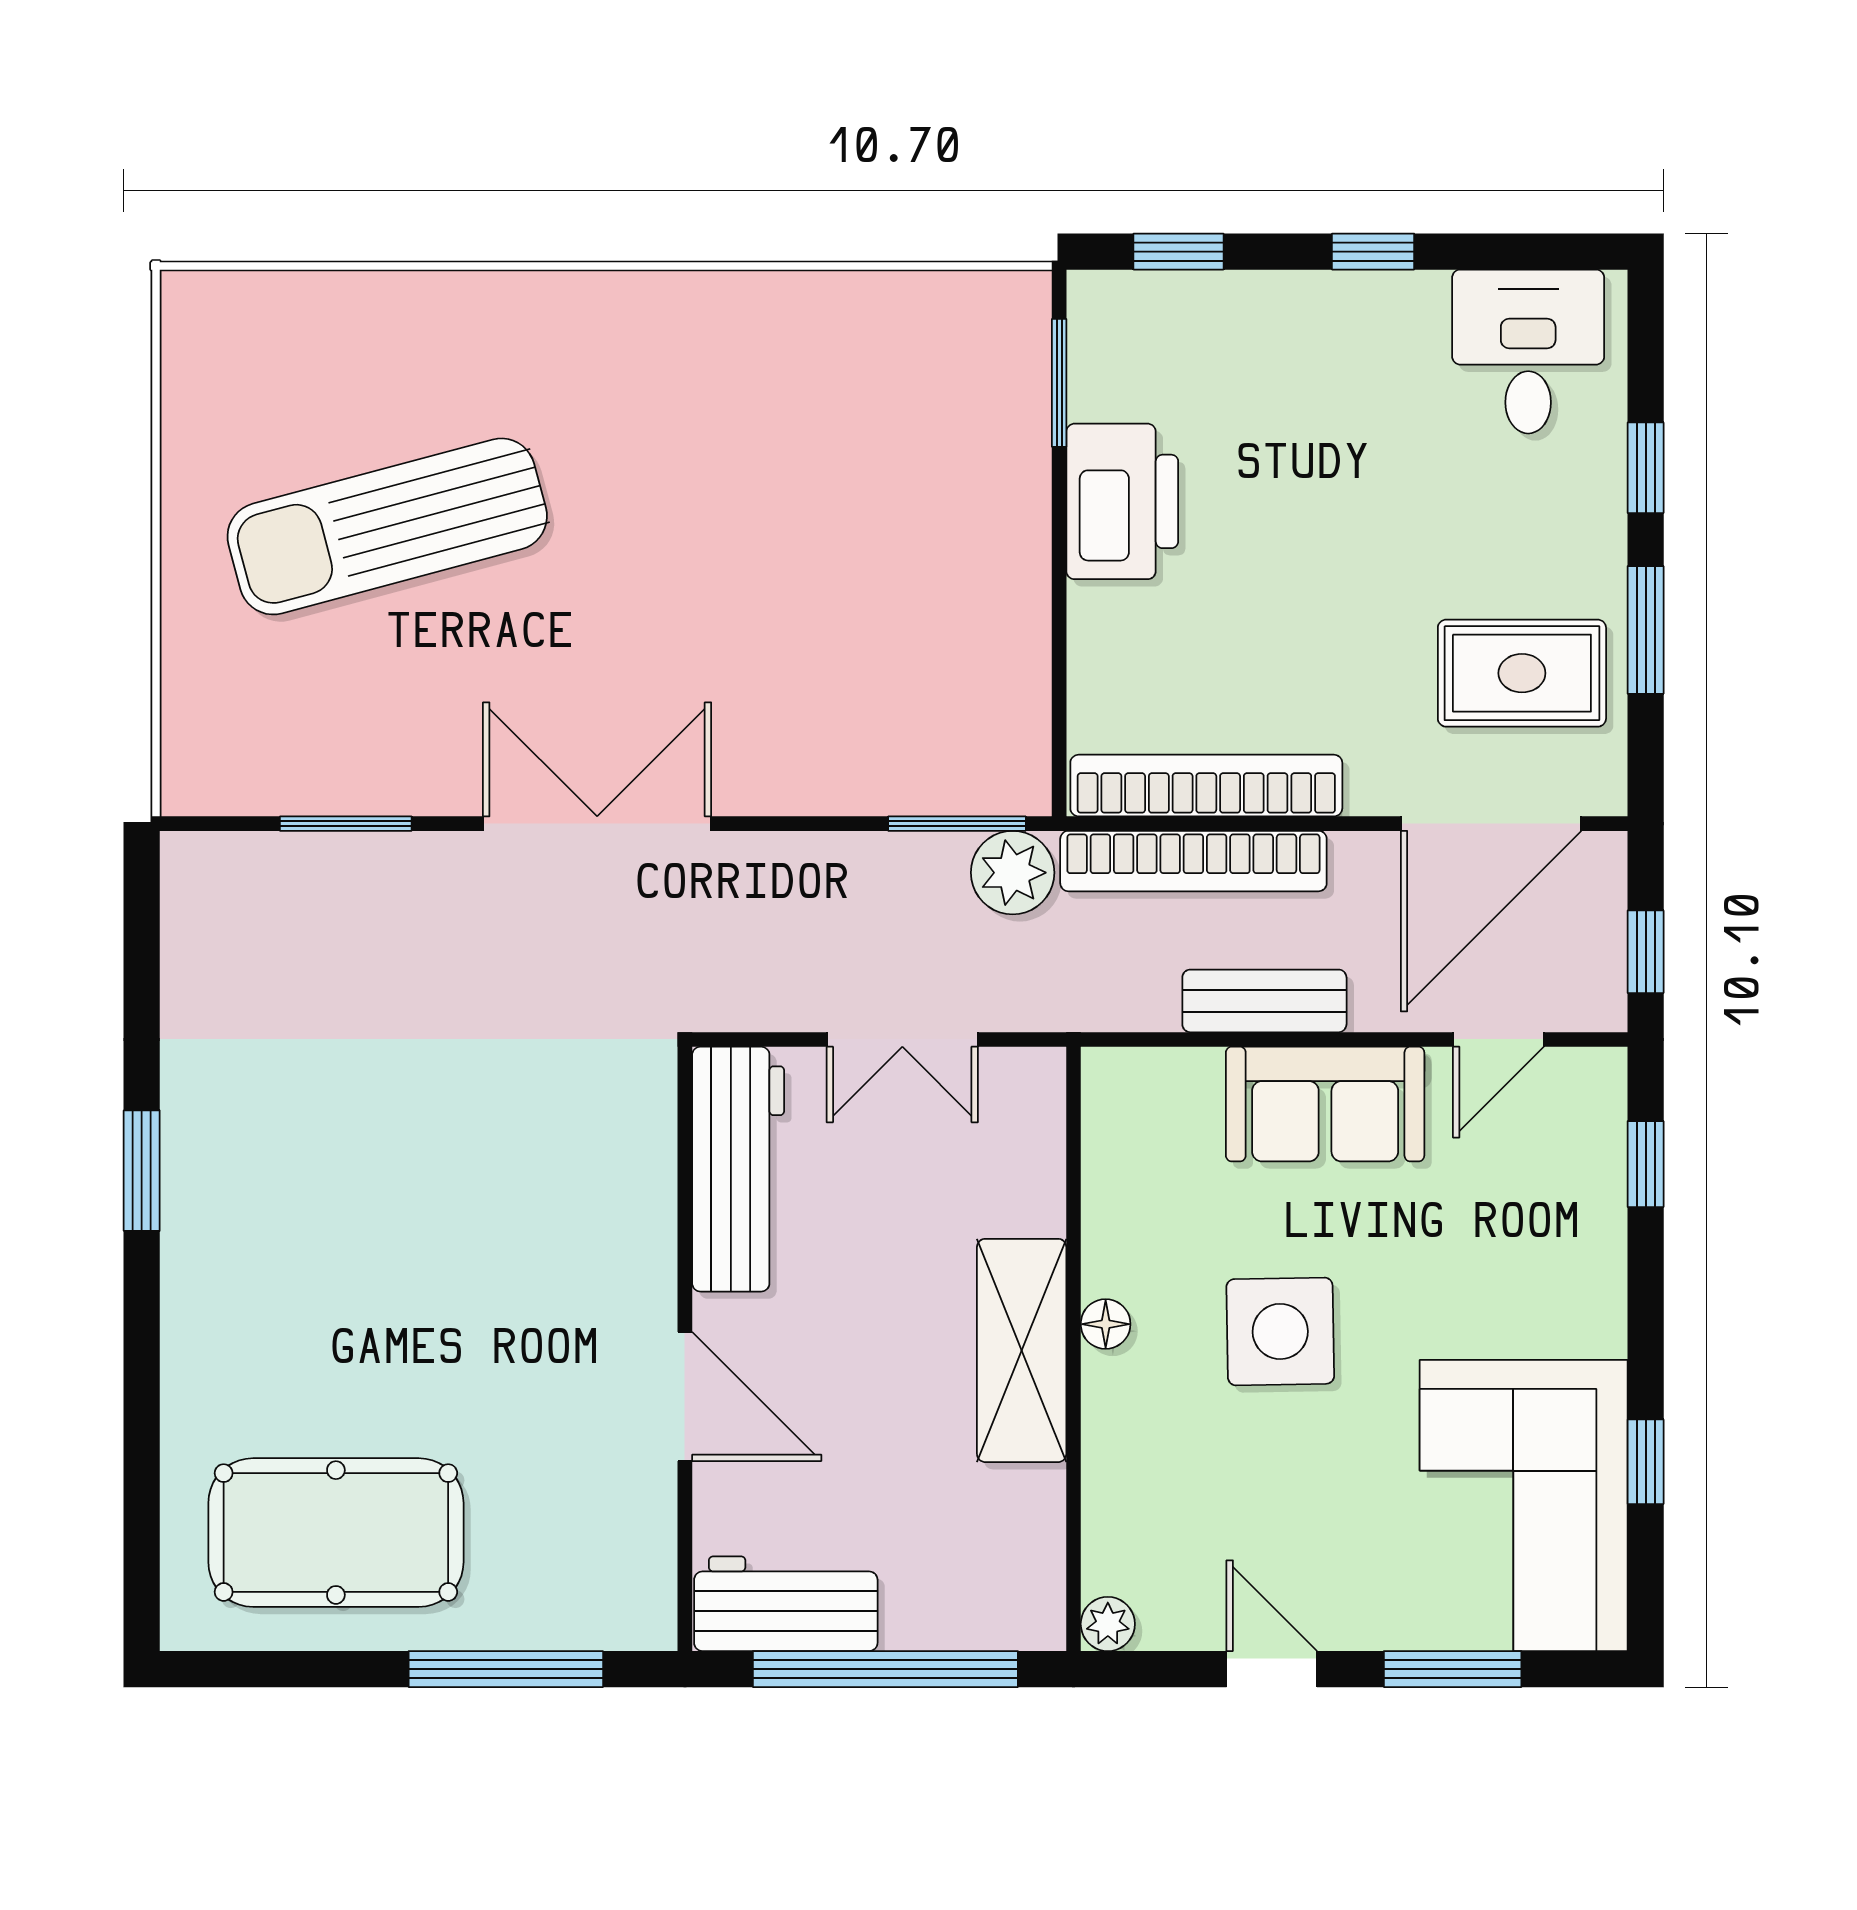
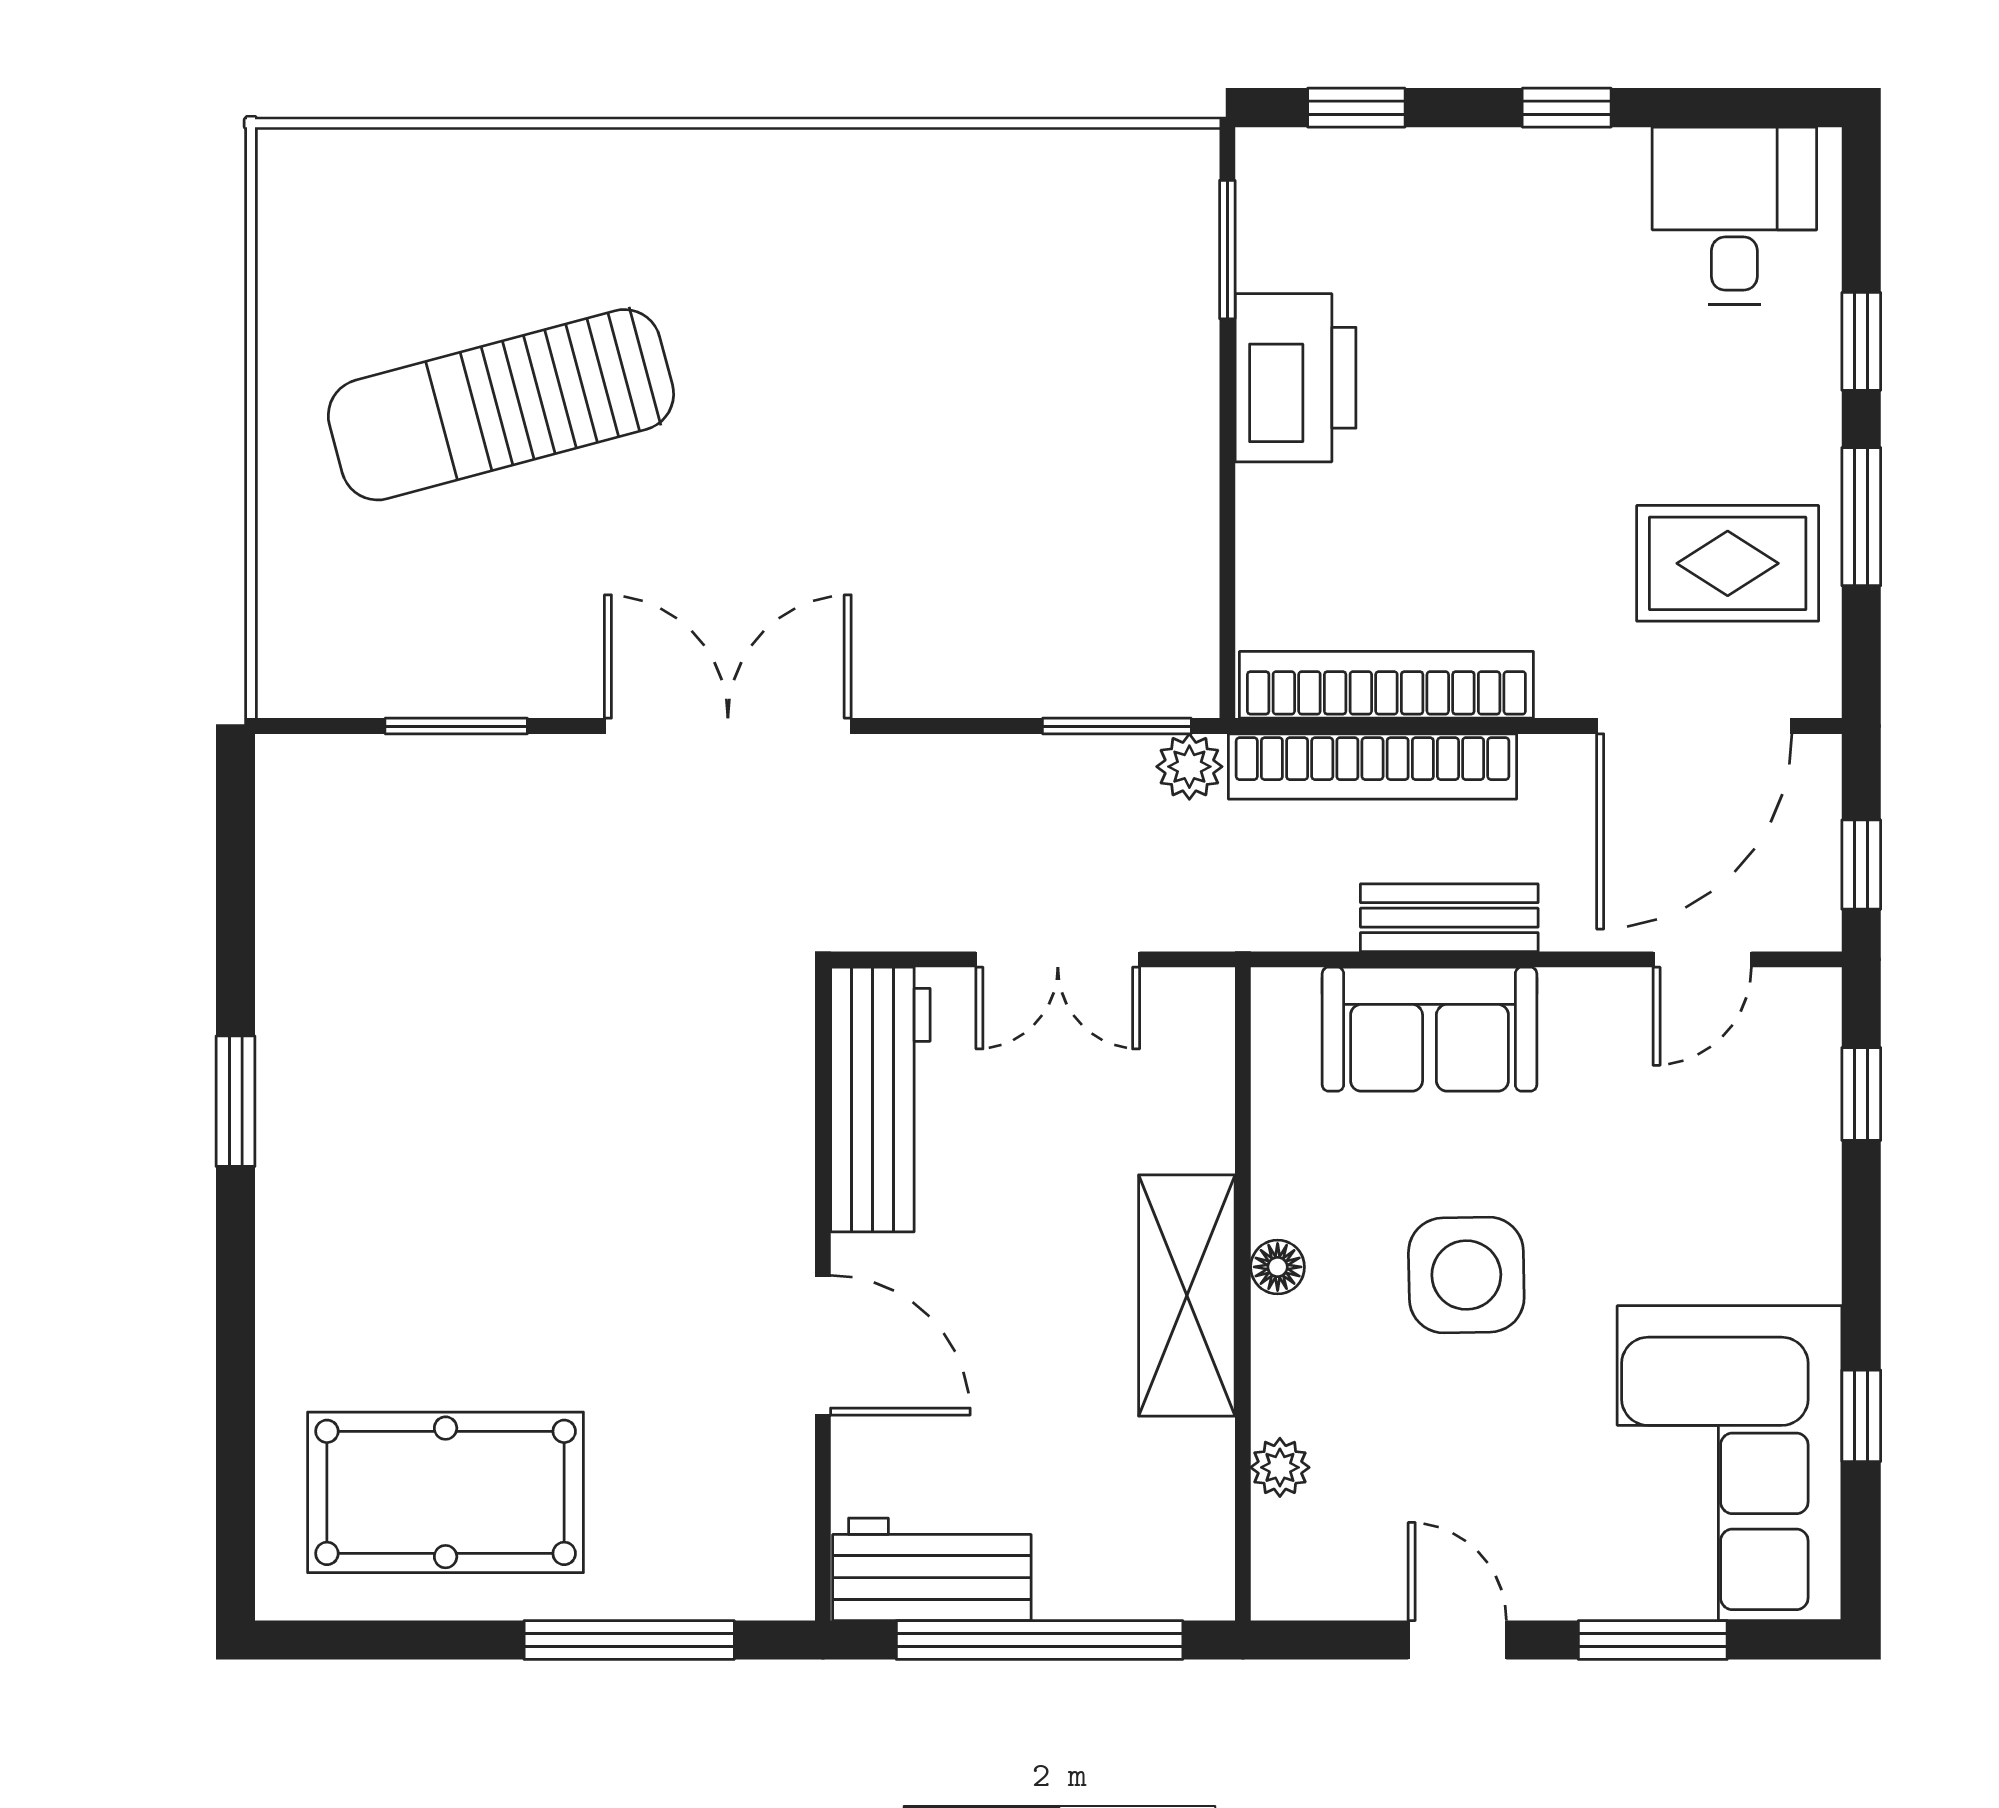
plant: (1013, 873) -> (1189, 767), width x0.73, depth x0.73
sofa: (1325, 1104) -> (1429, 1029), moved
plant: (1108, 1624) -> (1280, 1467), moved

